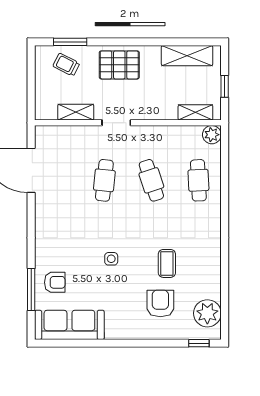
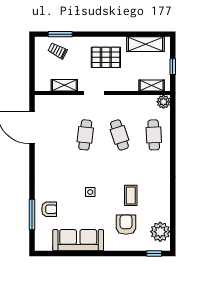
pallet: (119, 65) -> (106, 57), moved
sofa: (69, 325) -> (78, 240), moved

